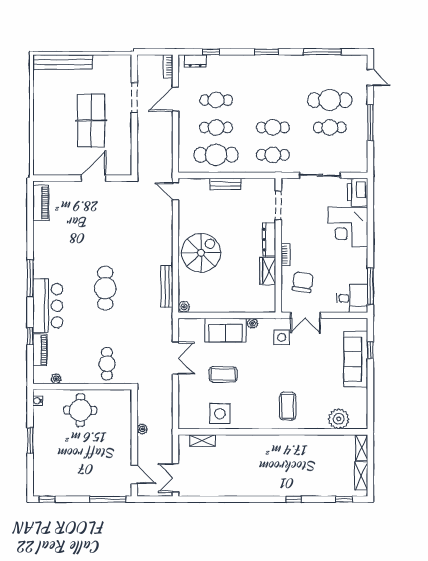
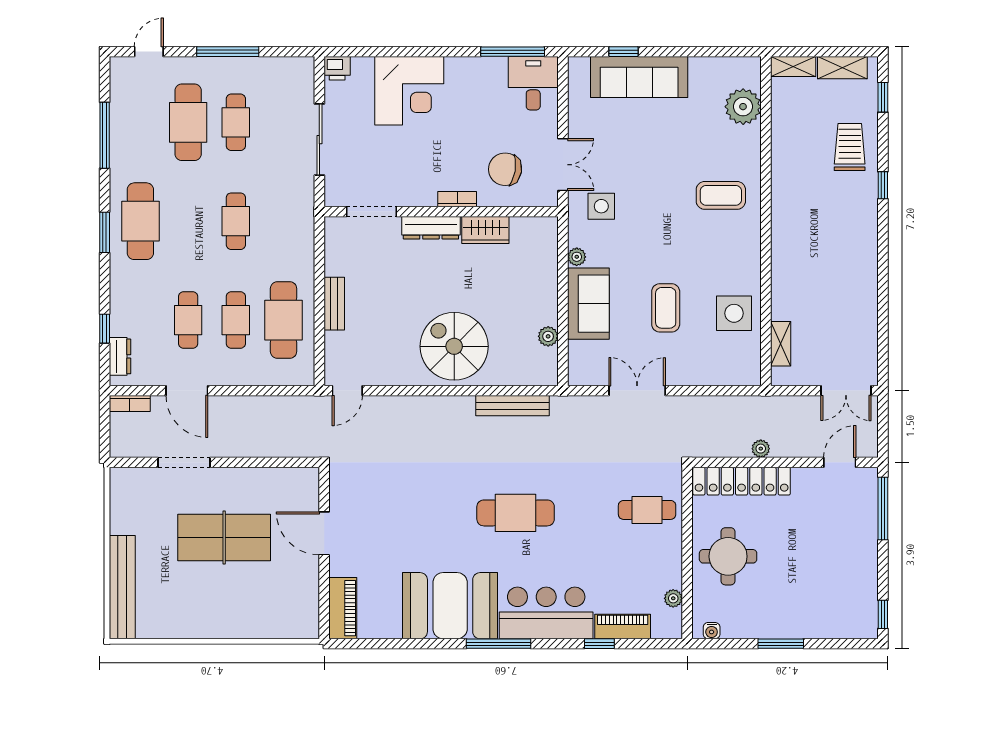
cafe table: (273, 155) -> (140, 221), moved, width x1.37, depth x1.35
printer: (358, 192) -> (337, 68), width x0.53, depth x0.68
piano: (41, 203) -> (343, 608), moved, turned 90
booth: (52, 251) -> (450, 606), added
plant: (184, 307) -> (548, 336), moved
locker: (124, 418) -> (742, 481), added
trolley: (315, 480) -> (850, 147), added

